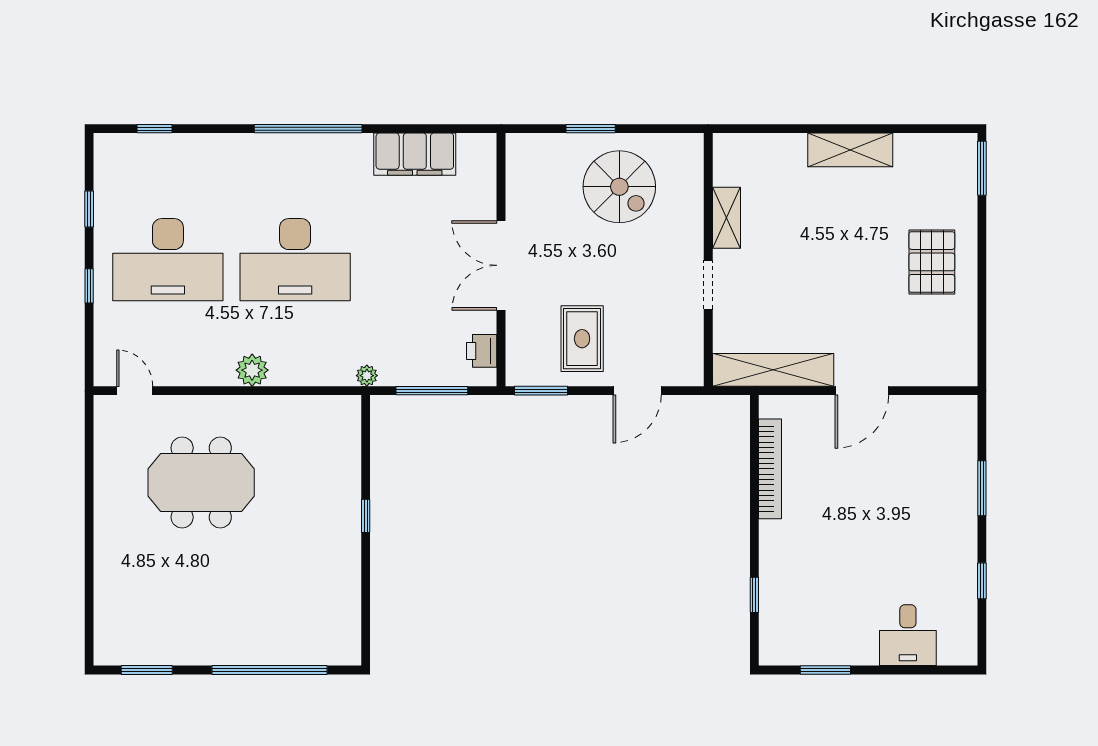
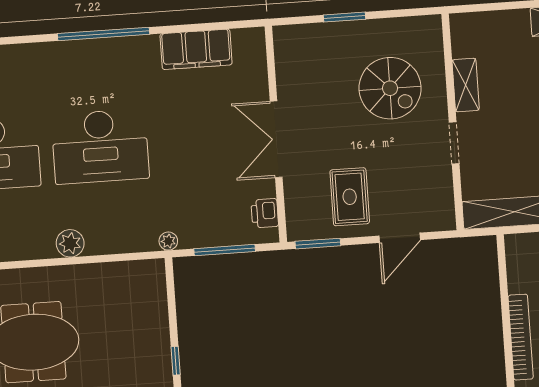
spiral stairs: (619, 187) -> (390, 88), moved
bookcase: (770, 469) -> (521, 337), moved

